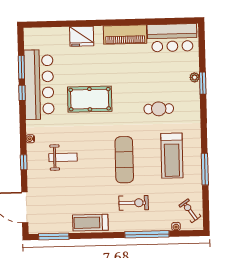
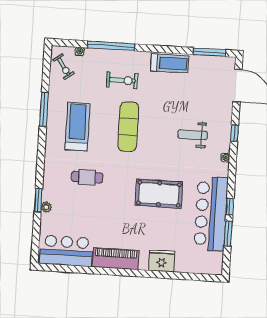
exercise bike: (134, 203) -> (122, 80), turned 180

